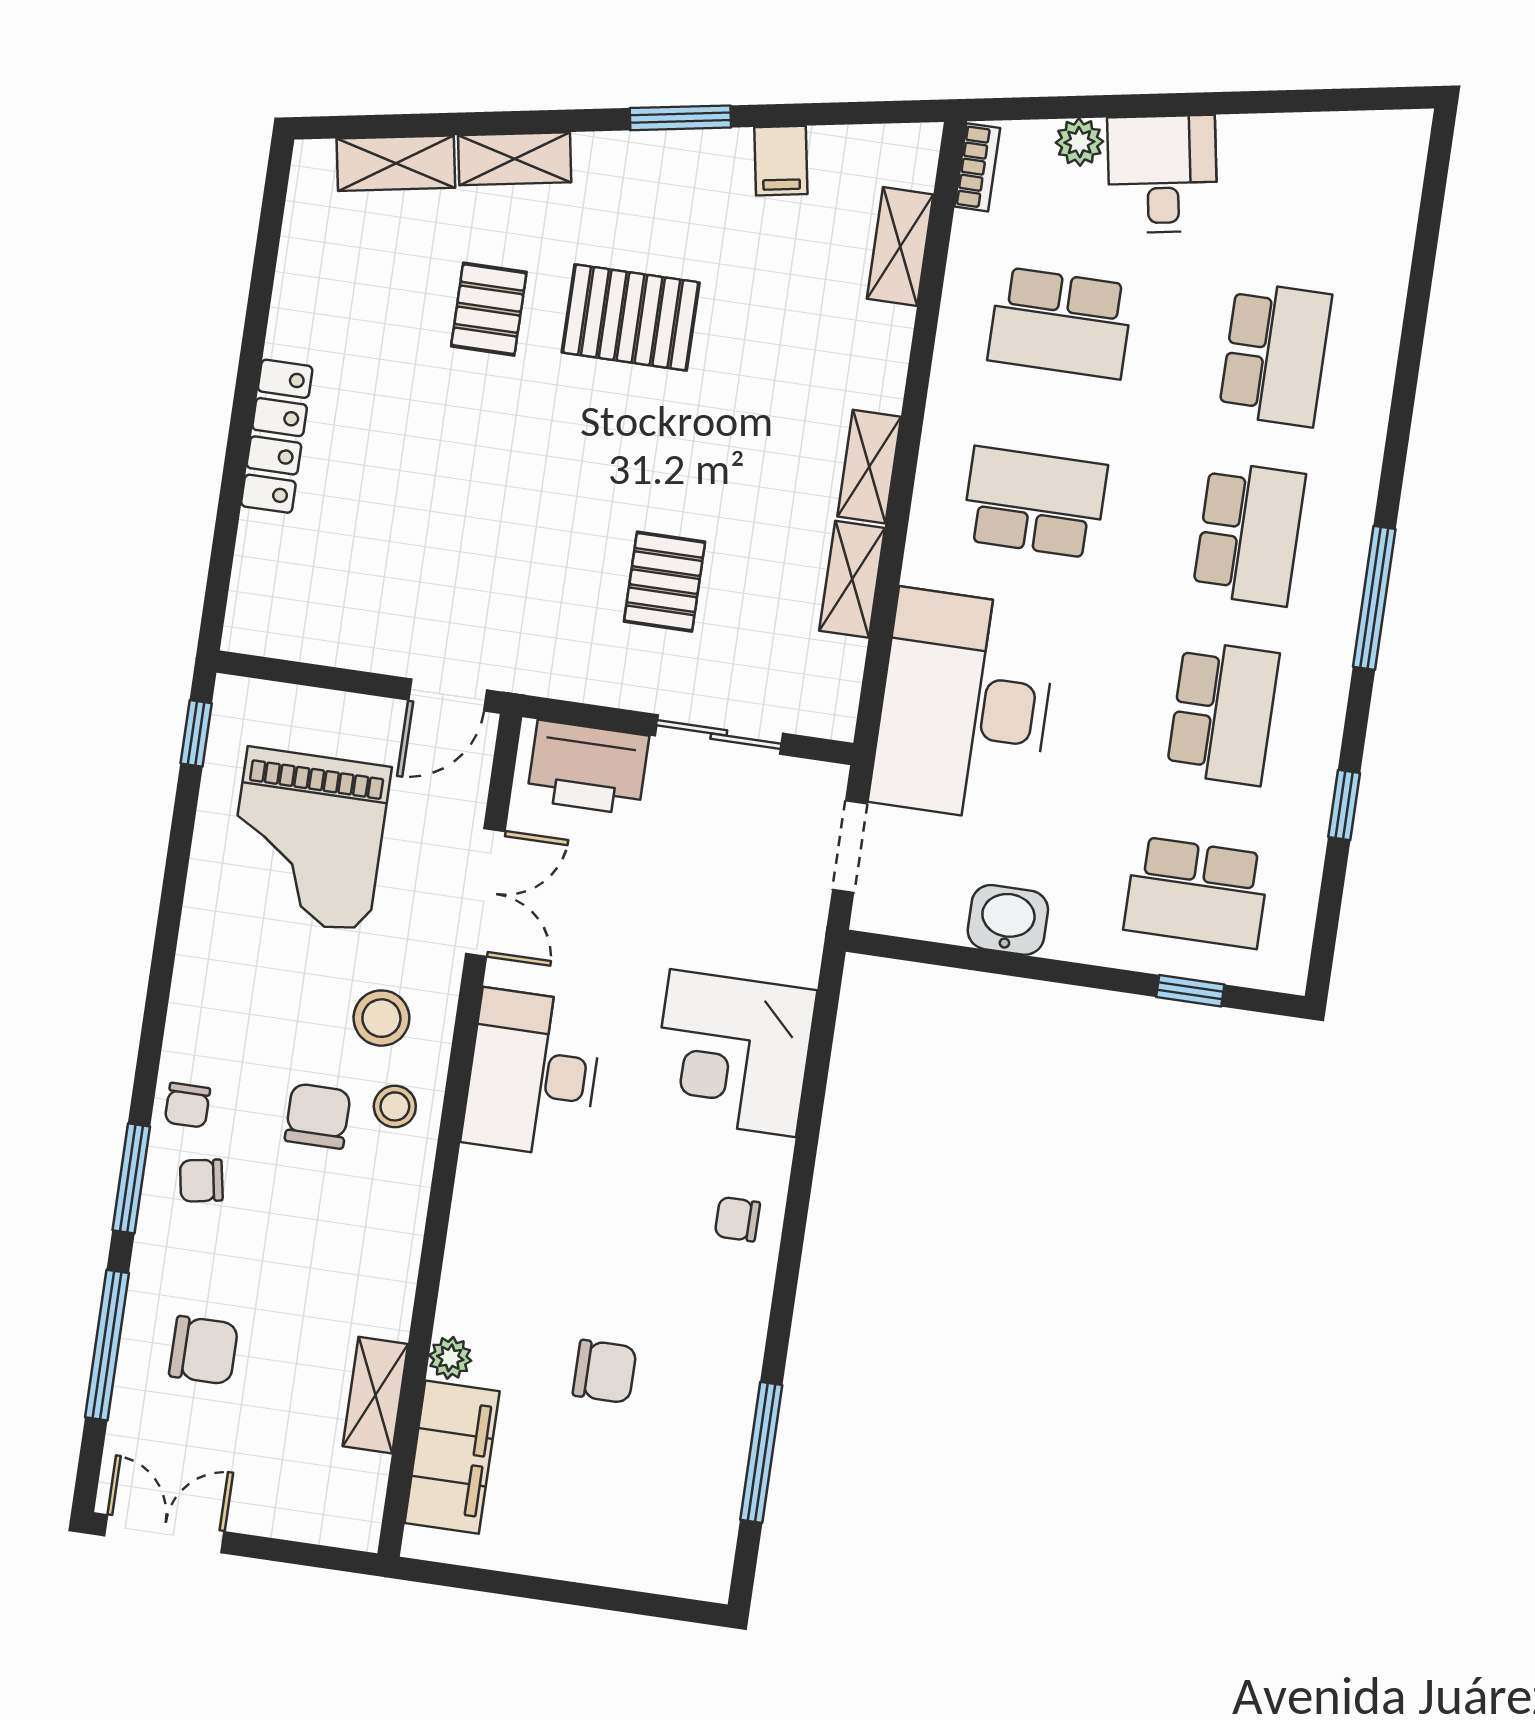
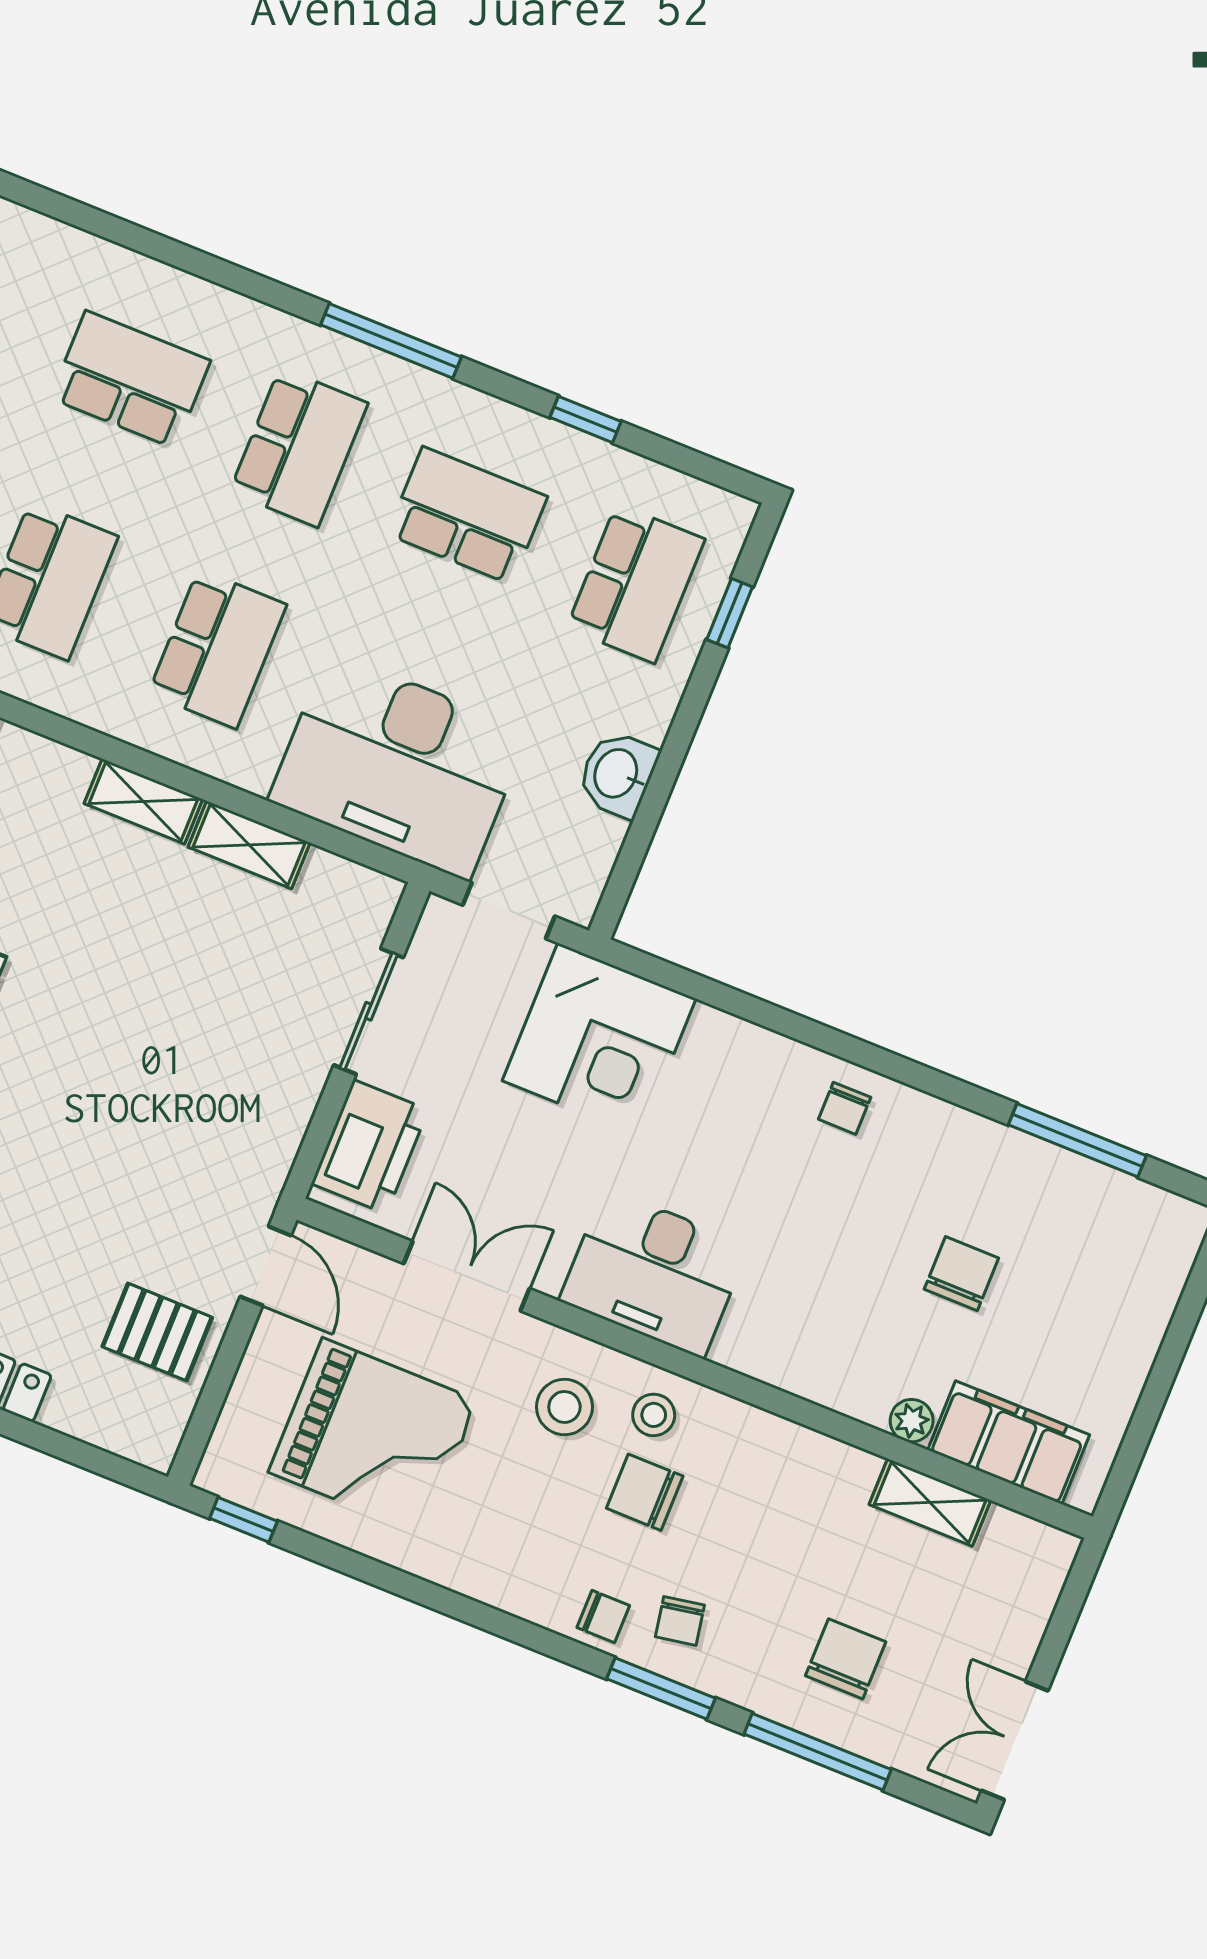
school desk: (1034, 502) -> (217, 649), turned 180
school desk: (1249, 534) -> (299, 447), turned 90
pallet: (665, 582) -> (157, 1332), moved
corner desk: (733, 1053) -> (599, 1040), moved

